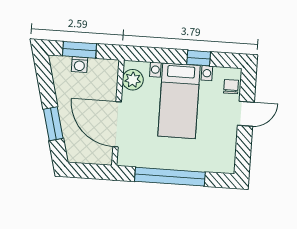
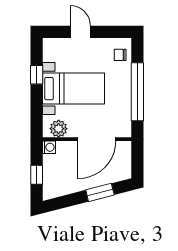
window: (80, 50) -> (37, 175), width x0.67
washing machine: (79, 65) -> (49, 147), moved
chair: (231, 87) -> (120, 55), moved

